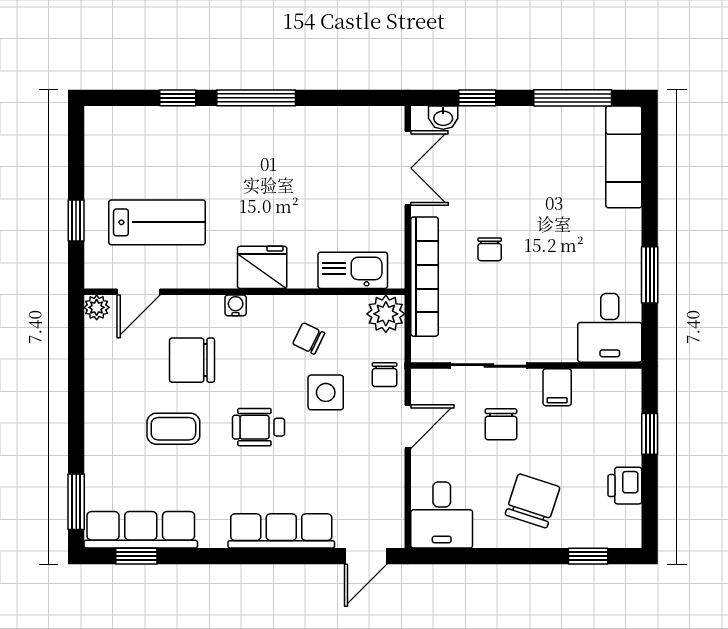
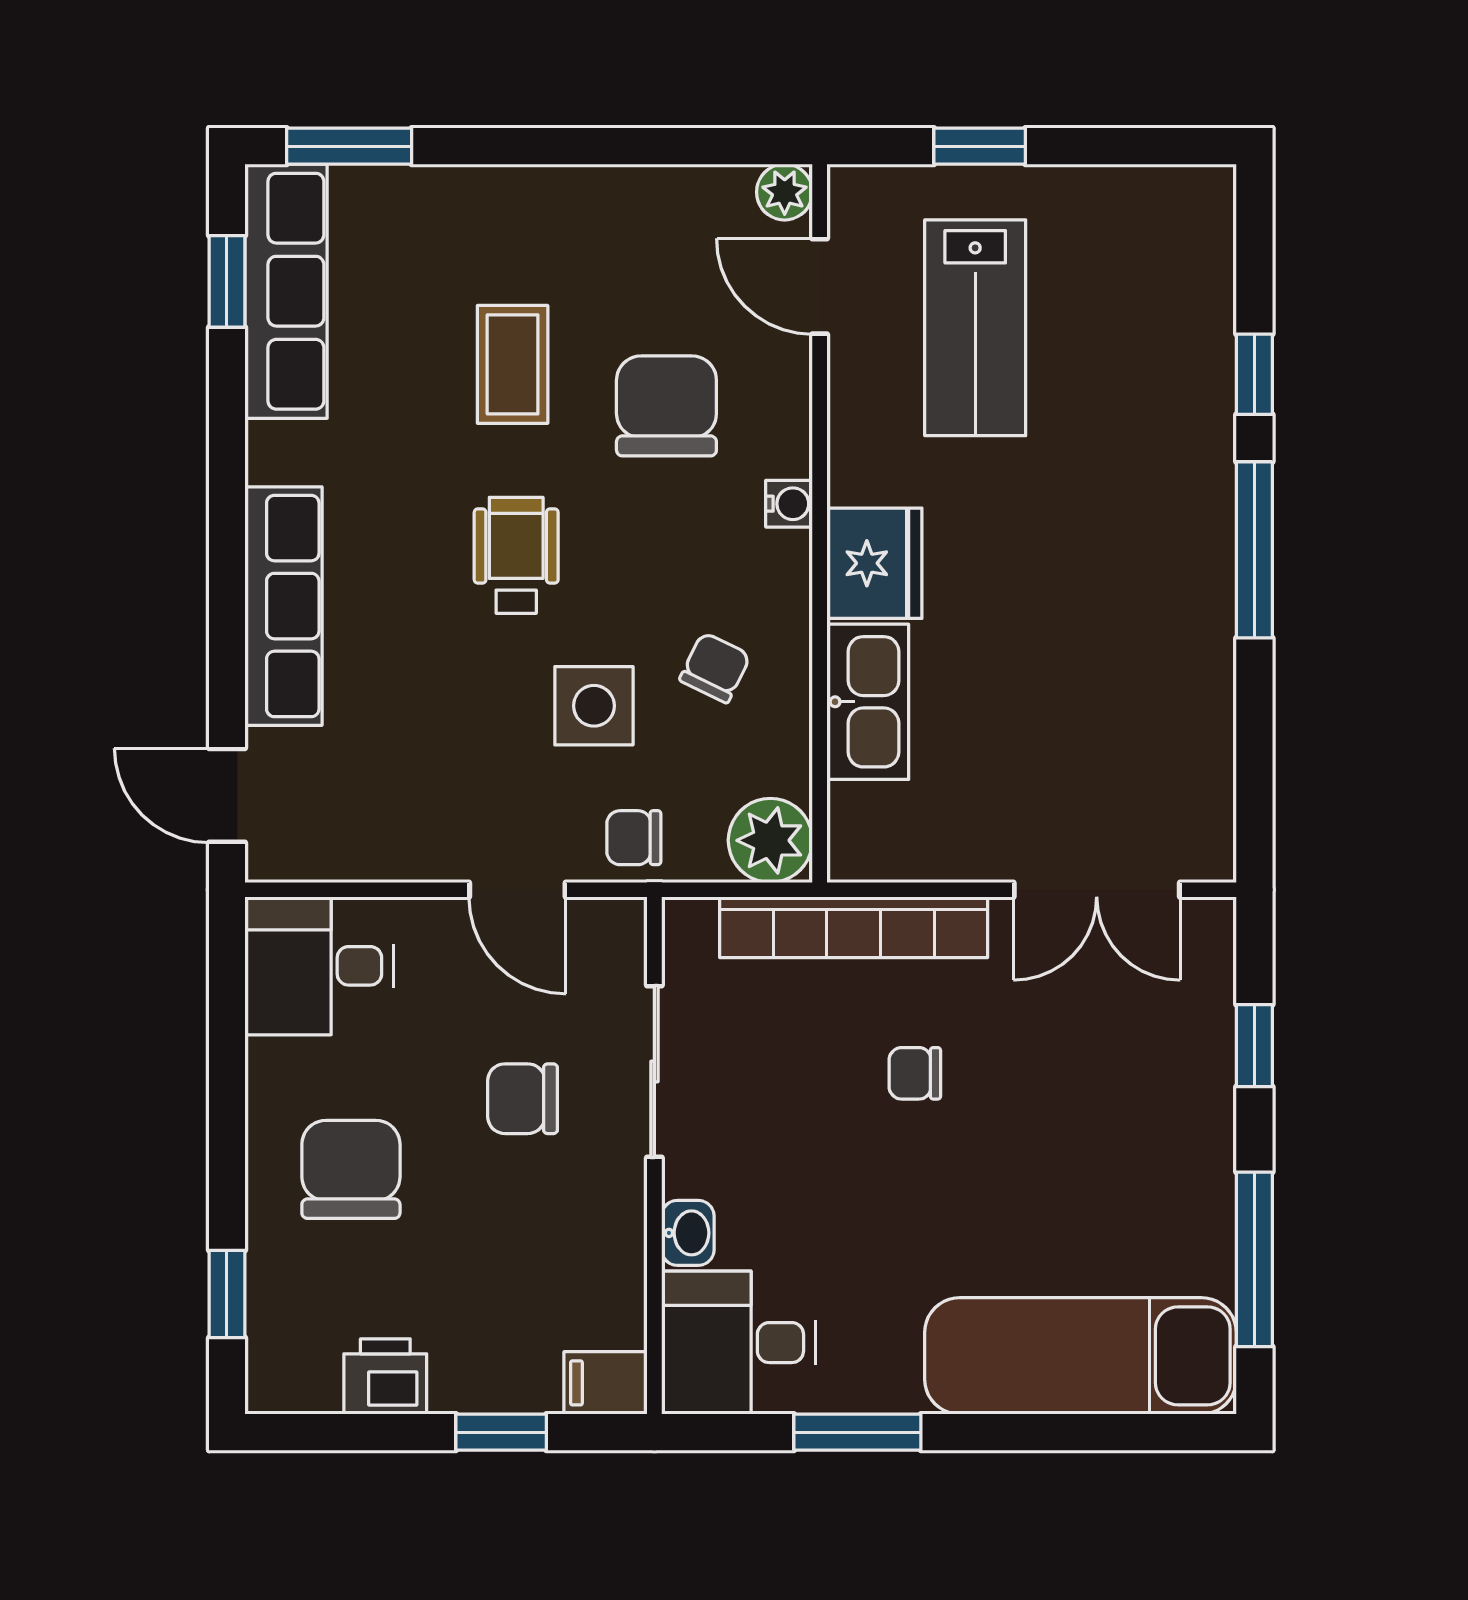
washbasin: (443, 118) -> (688, 1233), moved, turned 180
exam couch: (624, 157) -> (1081, 1356), width x1.36, depth x1.45
kitchen sink: (353, 270) -> (868, 702), moved
filing cabinet: (557, 387) -> (606, 1383), moved
chair: (533, 501) -> (351, 1169), turned -108

